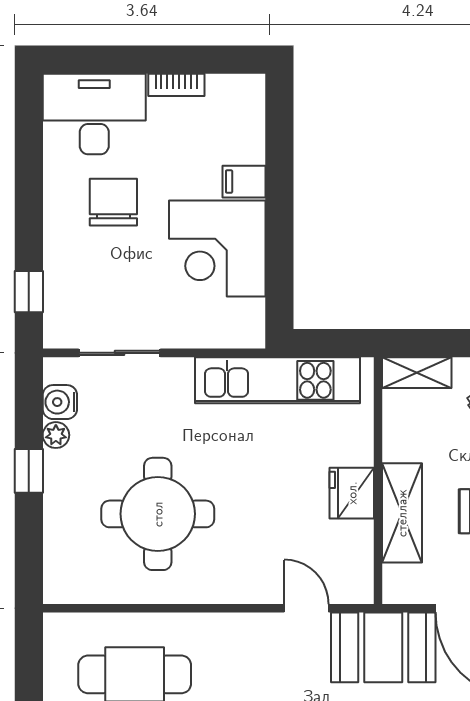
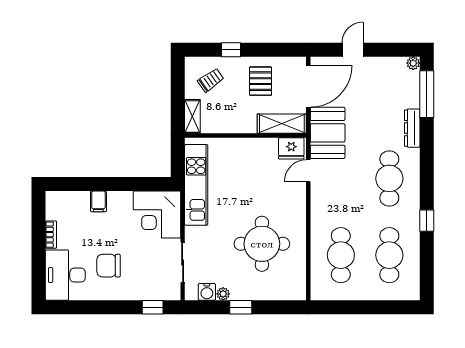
corner desk: (217, 248) -> (157, 215), moved, turned 90
fridge: (352, 493) -> (291, 148), moved
shelving: (402, 513) -> (282, 124), moved

